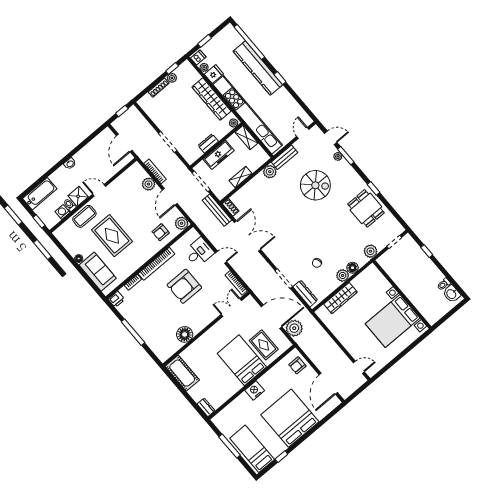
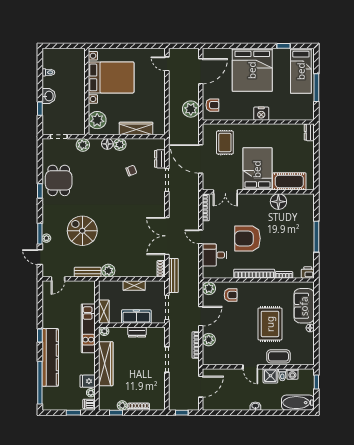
kitchen unit: (248, 115) -> (88, 328), width x0.54
plant: (376, 279) -> (97, 120), added
armchair: (184, 286) -> (247, 238), turned 180
dresser: (305, 293) -> (160, 159), width x0.70
washbasin: (452, 294) -> (49, 96), moved
plant: (294, 328) -> (191, 109), moved
bed: (242, 360) -> (257, 169), moved, turned 180
cot: (182, 373) -> (289, 181), moved, turned 90

